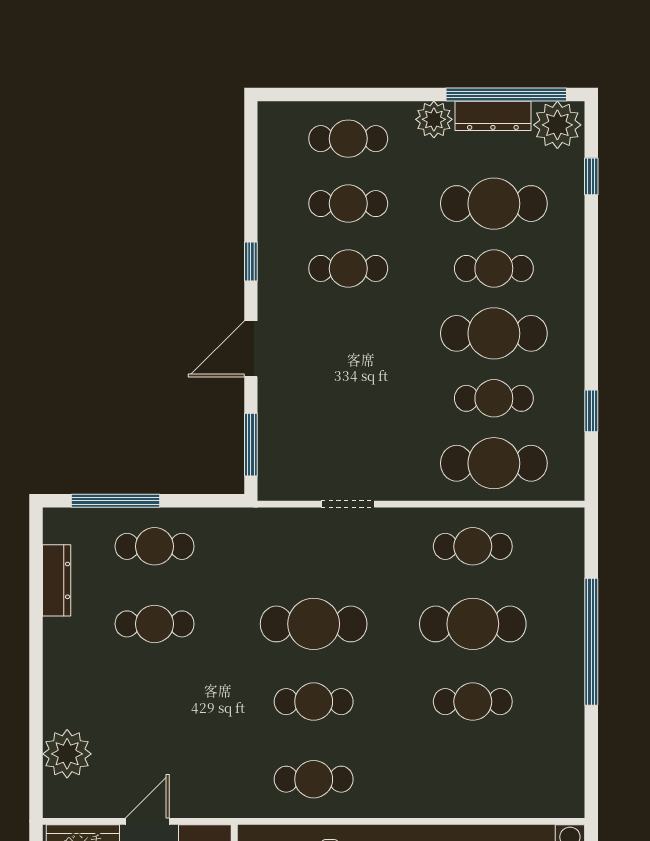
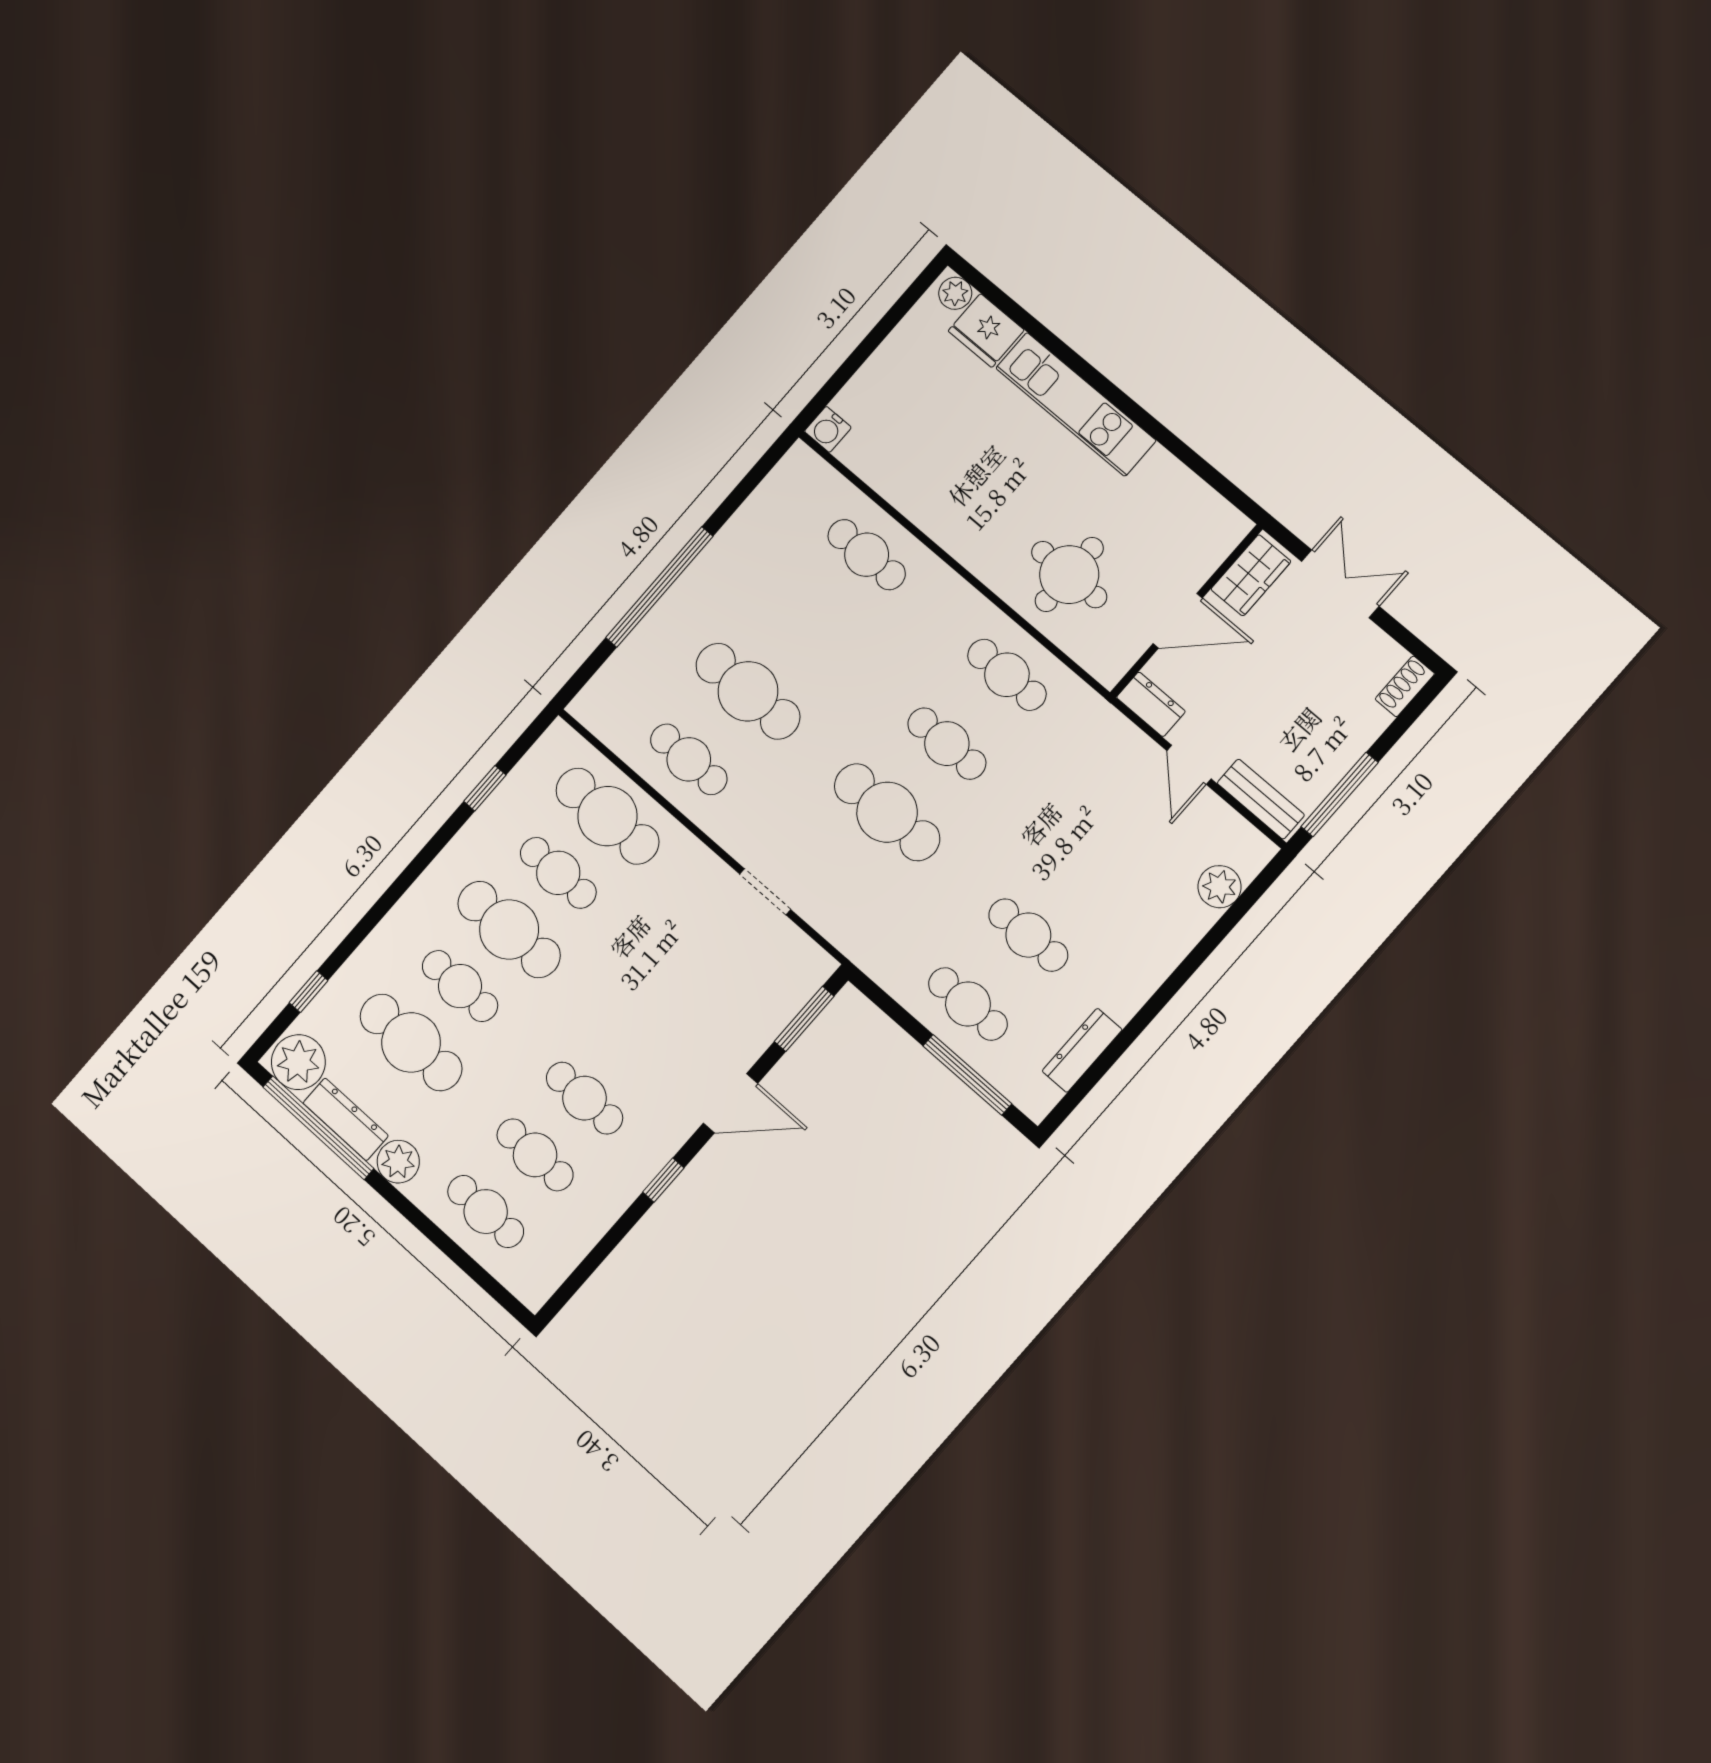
cafe table: (473, 702) -> (867, 555), moved
plant: (67, 754) -> (1220, 887), width x0.73, depth x0.73
door: (147, 821) -> (1189, 765), hinge flipped

